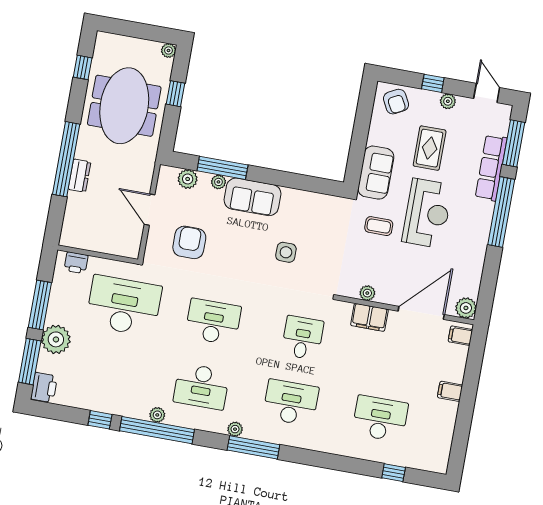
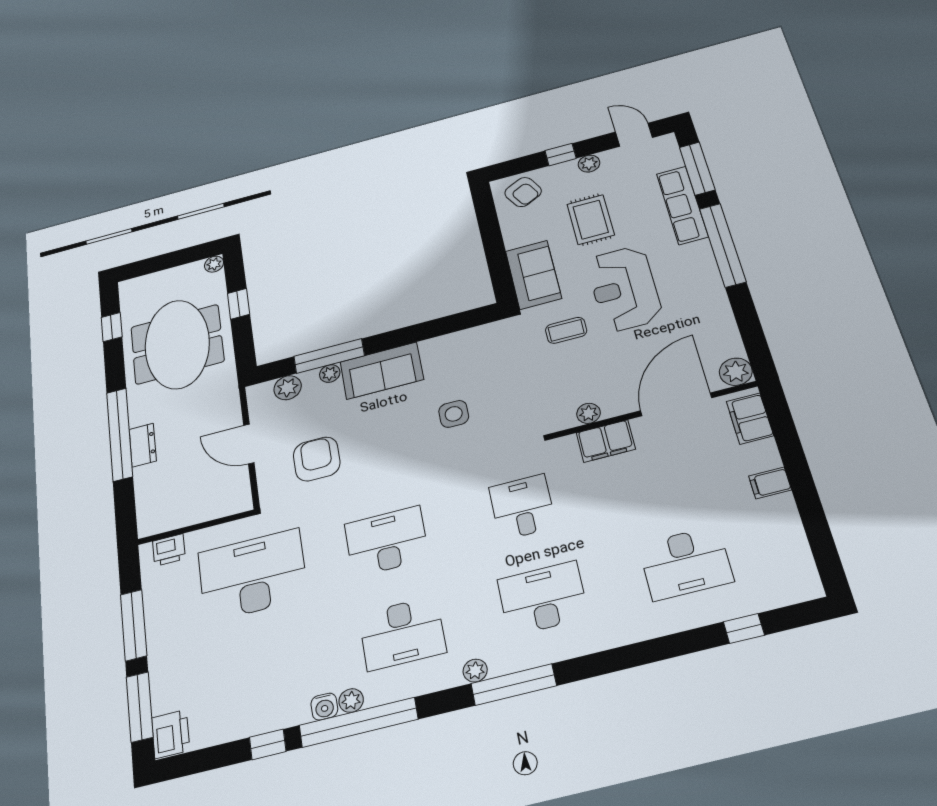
reception desk: (427, 213) -> (624, 289), turned 180
filing cabinet: (460, 336) -> (750, 419), width x2.00
plant: (56, 339) -> (169, 661), removed
water cooler: (140, 411) -> (324, 707), added
desk: (380, 419) -> (686, 563), turned 180

